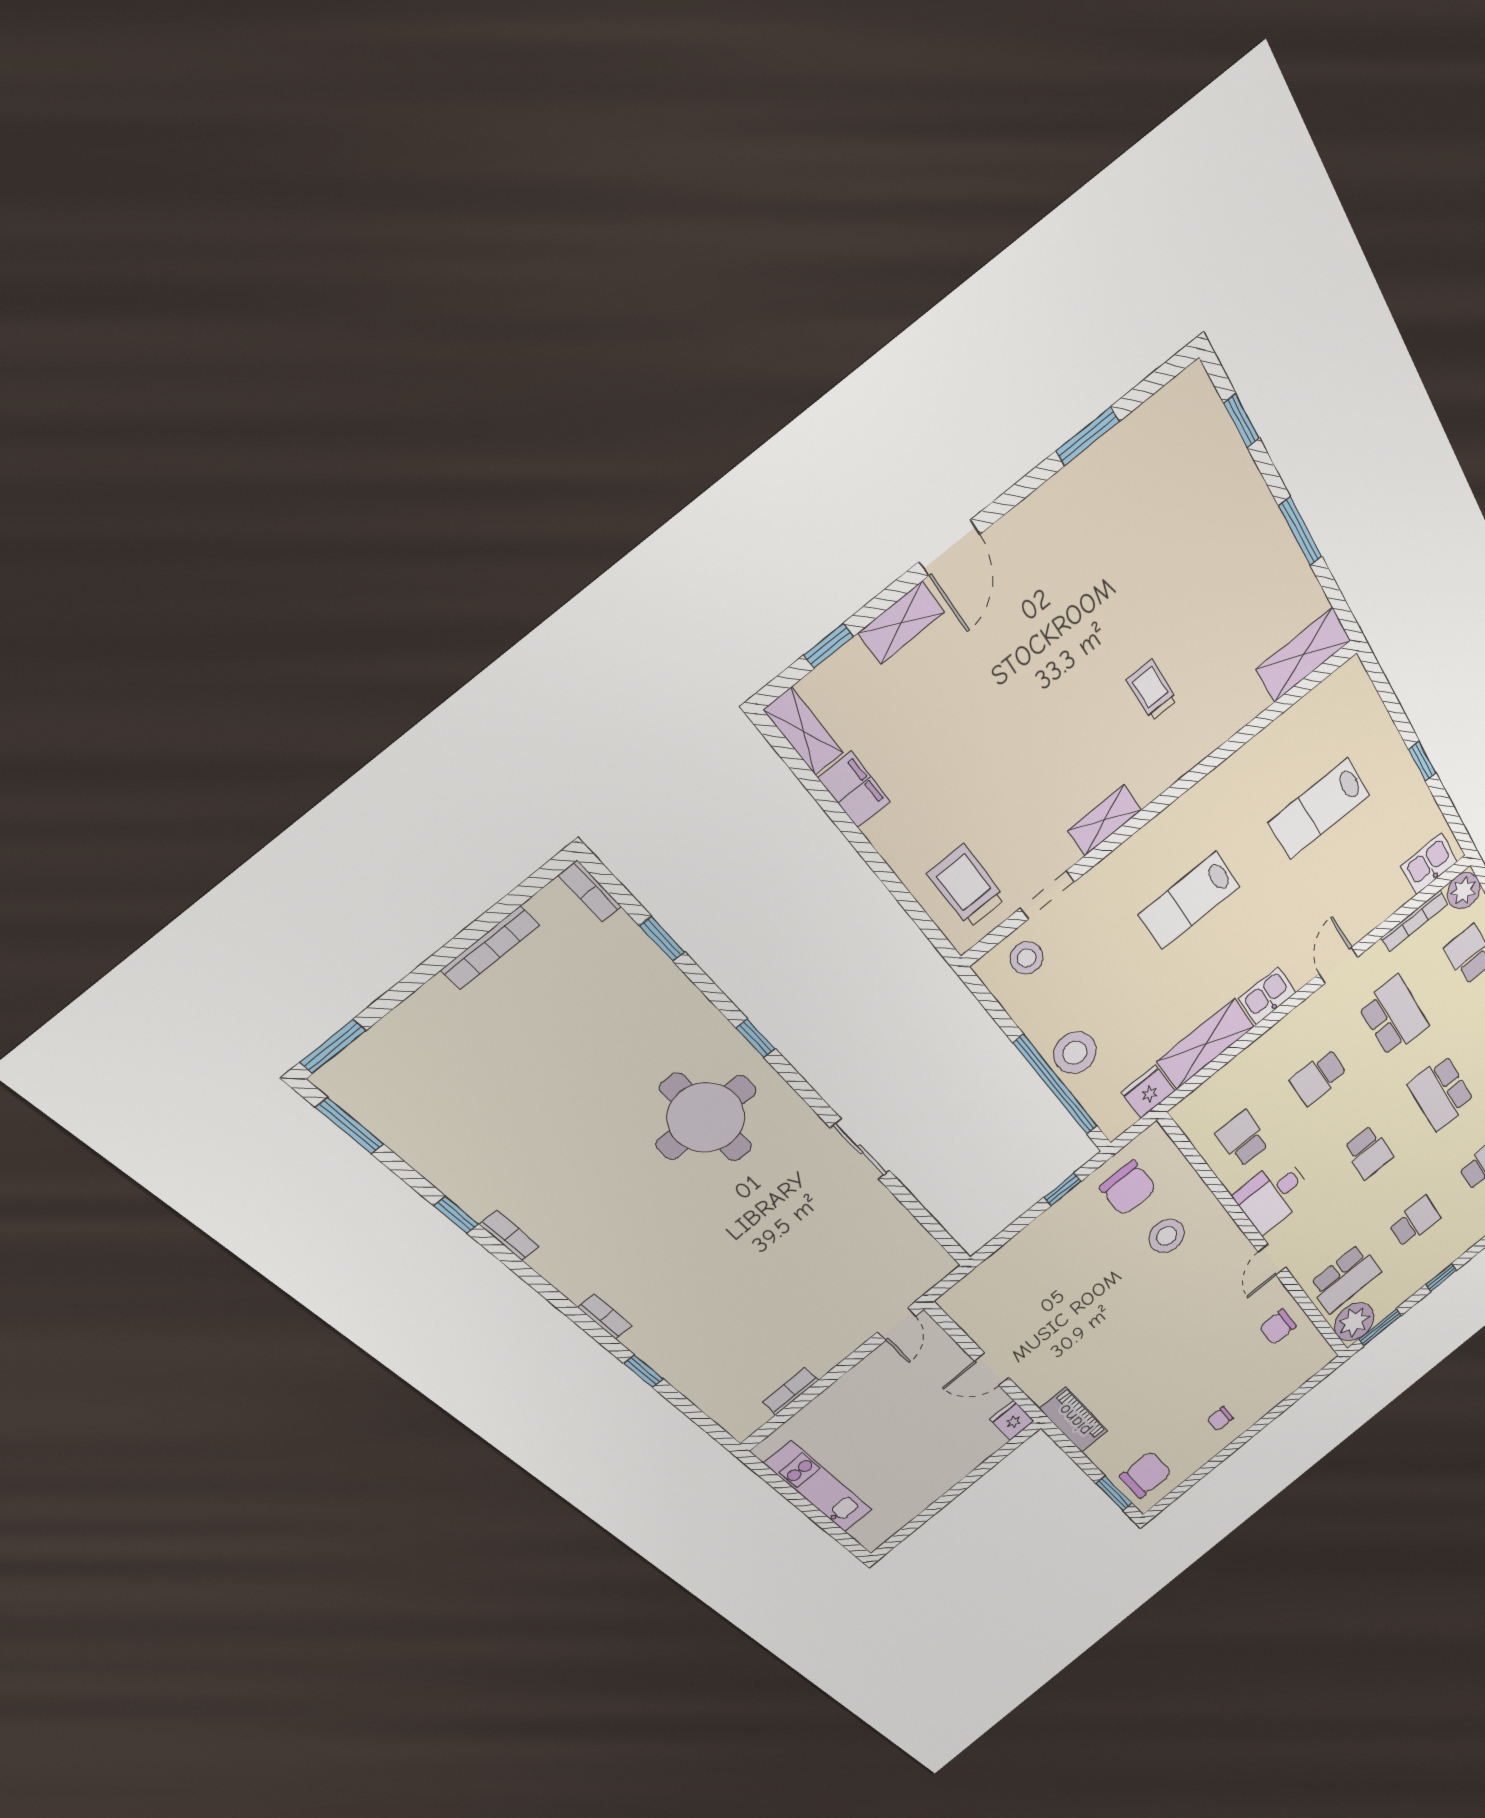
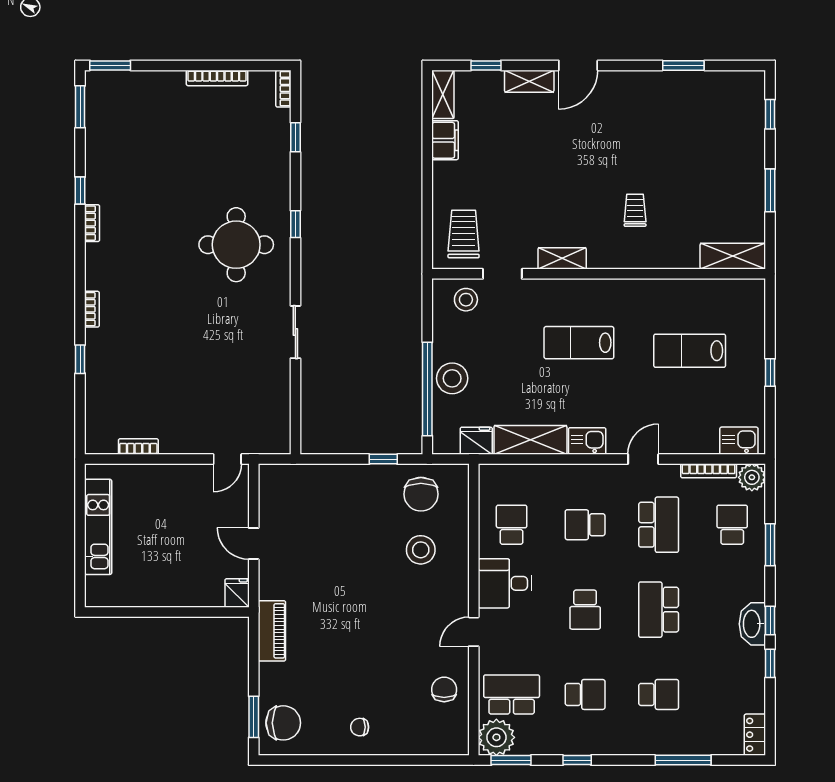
school desk: (1345, 1278) -> (512, 694), turned 180
chair: (1278, 1327) -> (444, 689), turned 90

